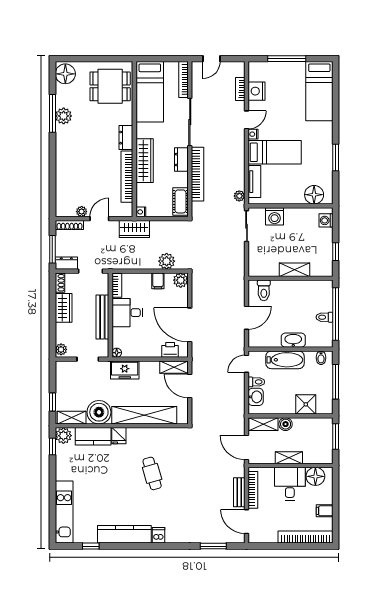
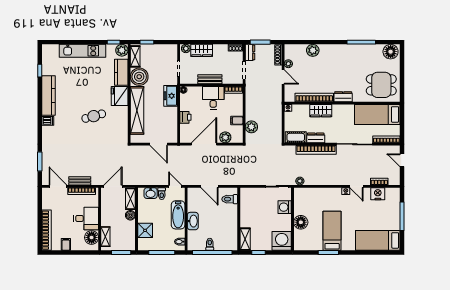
dining table: (110, 86) -> (381, 85), turned 90
plant: (64, 116) -> (313, 50), moved
bed: (275, 152) -> (332, 231), moved, turned 180
dresser: (181, 160) -> (316, 138), moved
wardrobe: (145, 161) -> (321, 111), width x0.67
tv unit: (254, 182) -> (311, 192), removed
floor lamp: (314, 195) -> (301, 222), moved
washing machine: (326, 220) -> (282, 241), width x1.89, depth x1.89
wardrobe: (134, 229) -> (275, 103), removed
shelving: (294, 270) -> (245, 239), moved
plant: (181, 280) -> (225, 137), moved
wardrobe: (64, 308) -> (202, 50), moved
bench: (102, 317) -> (210, 79), width x0.73
printer: (170, 350) -> (185, 117), moved
shelving: (174, 367) -> (173, 132), removed
door: (190, 386) -> (159, 144), swing flipped
fridge: (119, 436) -> (120, 96), width x1.88, depth x1.34
shelving: (289, 458) -> (105, 237), moved
kitchen unit: (64, 512) -> (83, 51), moved
door: (247, 522) -> (58, 186), hinge flipped

